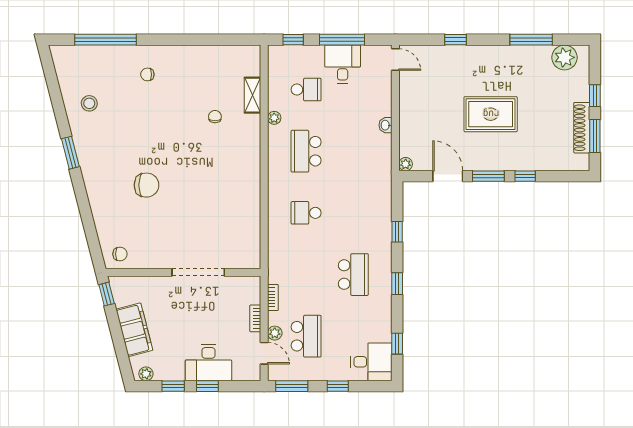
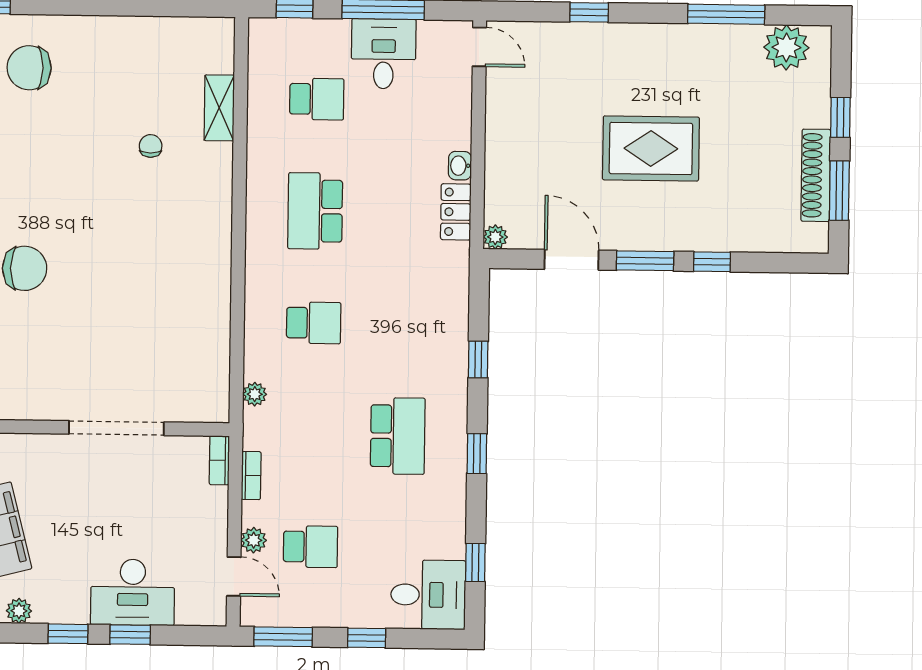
chair: (147, 74) -> (29, 68), width x1.87, depth x1.87
plant: (274, 118) -> (255, 394), moved
locker: (384, 151) -> (456, 212), added
school desk: (306, 213) -> (314, 323), turned 180
bookcase: (255, 318) -> (219, 460), moved
school desk: (306, 336) -> (310, 547), width x0.54

